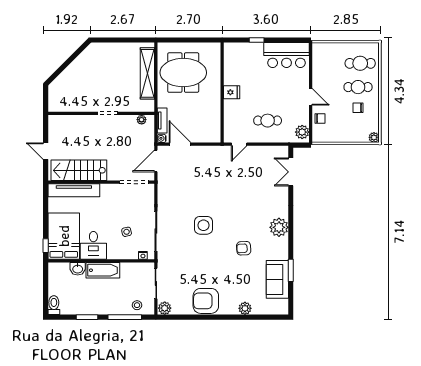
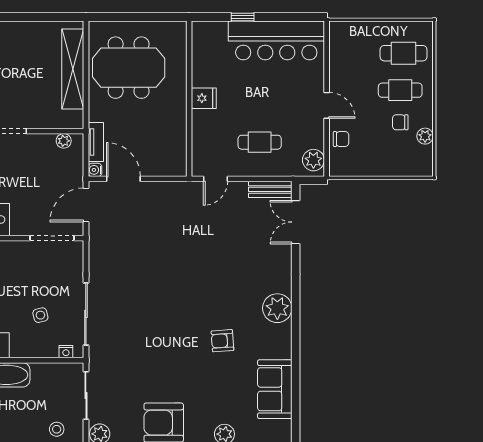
bar counter: (287, 55) -> (276, 40), width x1.36
plant: (374, 137) -> (425, 136), moved
bench: (274, 151) -> (270, 189), added
side table: (203, 225) -> (160, 305), removed
window: (291, 270) -> (296, 375), removed

